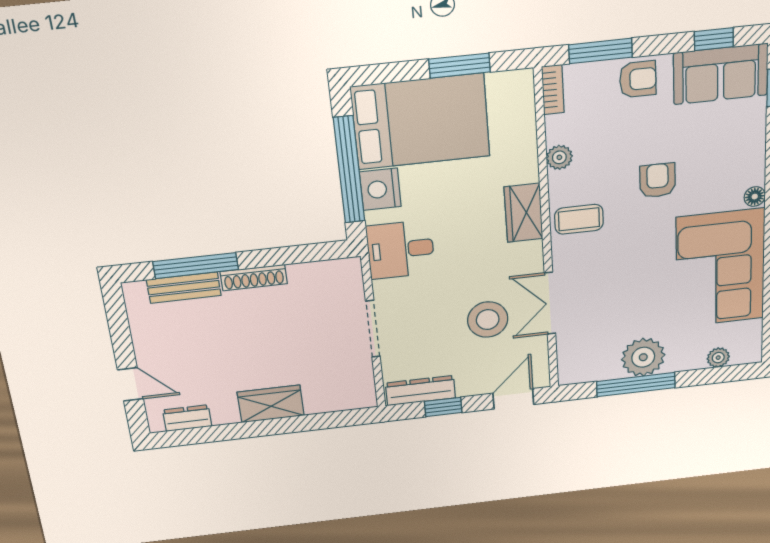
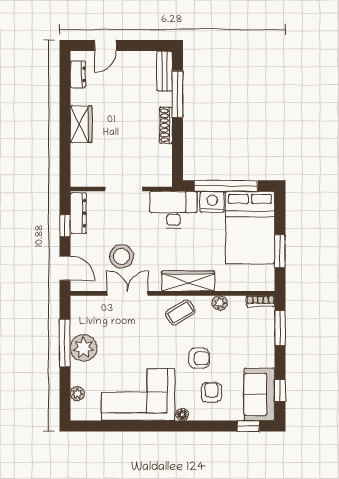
armchair: (638, 79) -> (211, 392), moved, turned 180
wardrobe: (524, 213) -> (188, 281), width x1.50
coffee table: (579, 219) -> (180, 313), turned 57
desk: (401, 250) -> (173, 210), width x1.37
bench: (184, 288) -> (164, 71), moved

